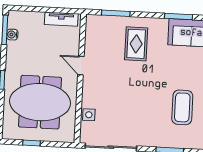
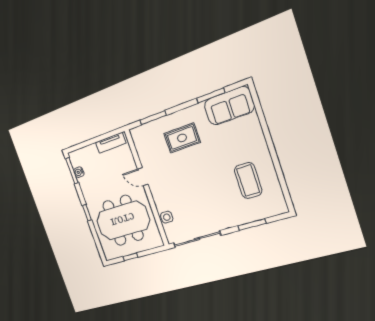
rug: (136, 44) -> (182, 138), turned 90

